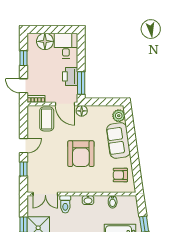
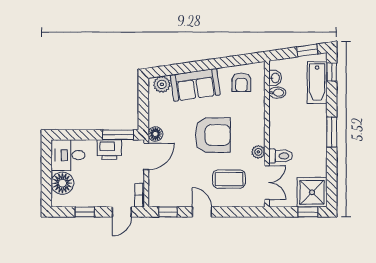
coffee table: (47, 119) -> (229, 179), moved
window: (23, 169) -> (168, 212), moved
plant: (68, 188) -> (258, 152), added
washbasin: (88, 200) -> (275, 78), moved

